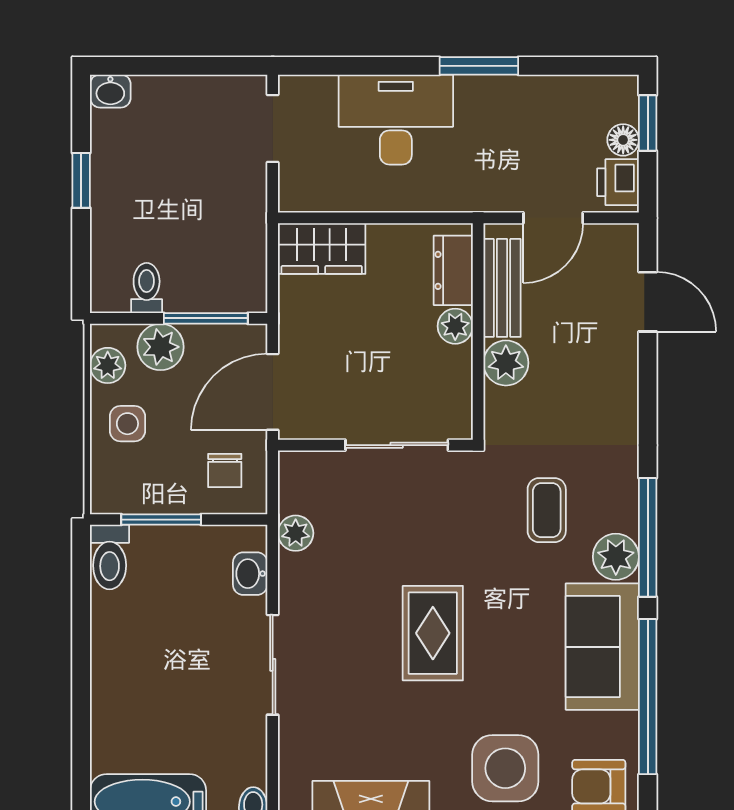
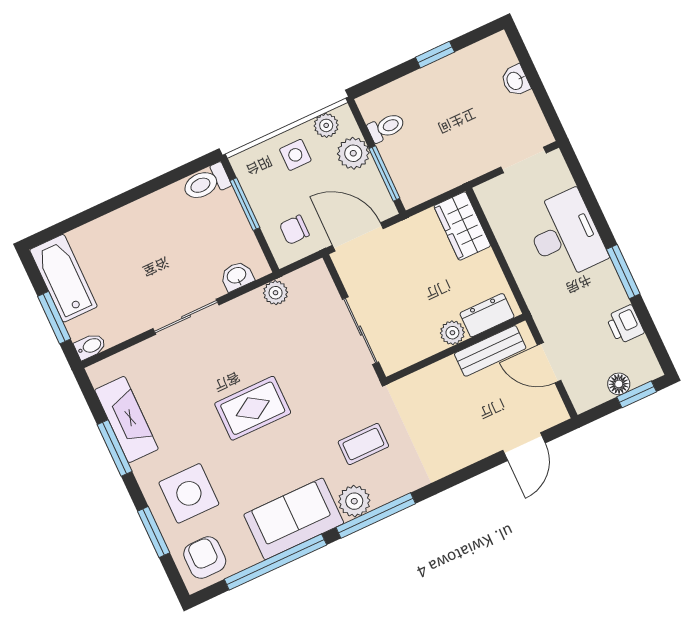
washbasin: (110, 91) -> (515, 81), moved
printer: (618, 182) -> (625, 324), moved, turned -90
plant: (506, 363) -> (444, 375), removed

